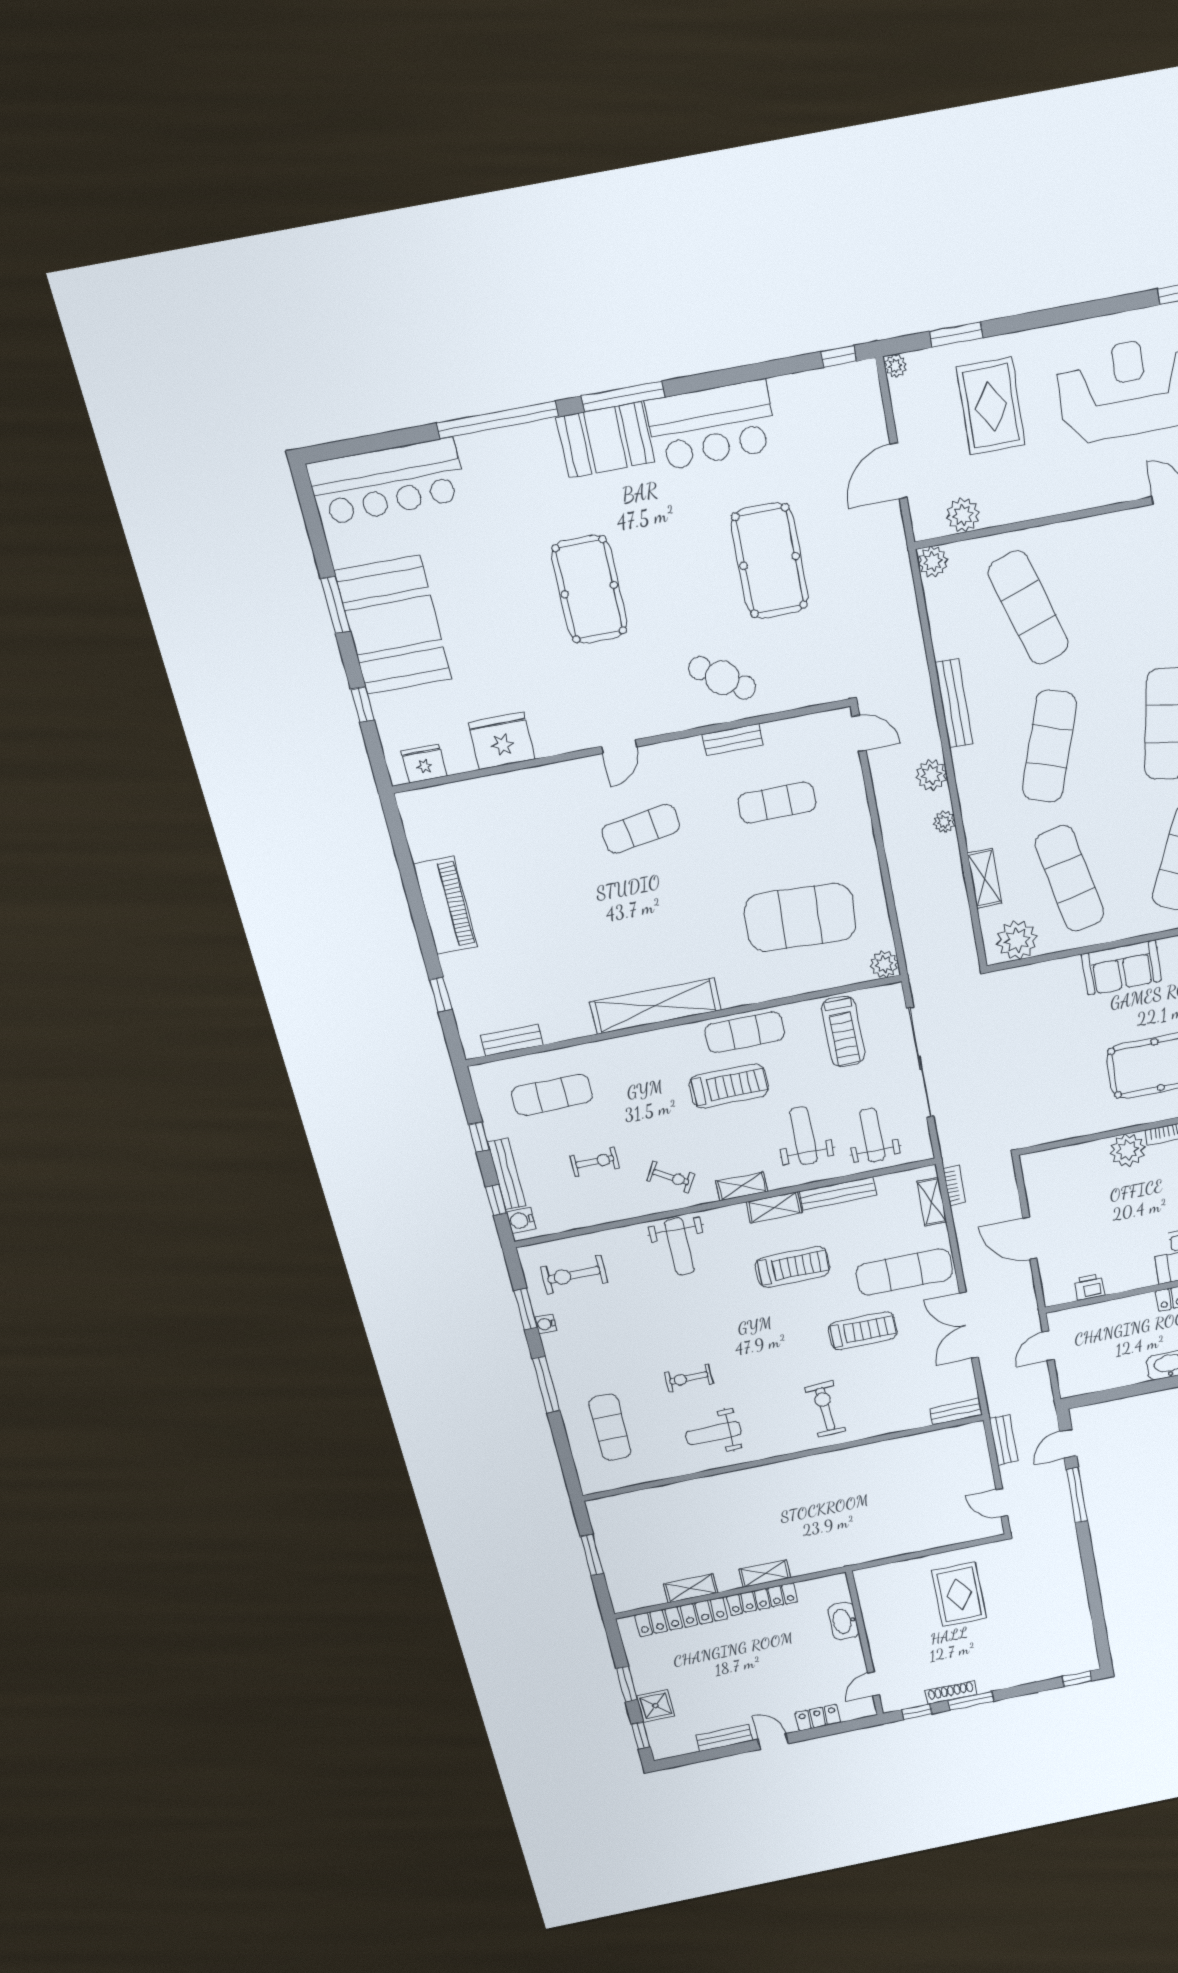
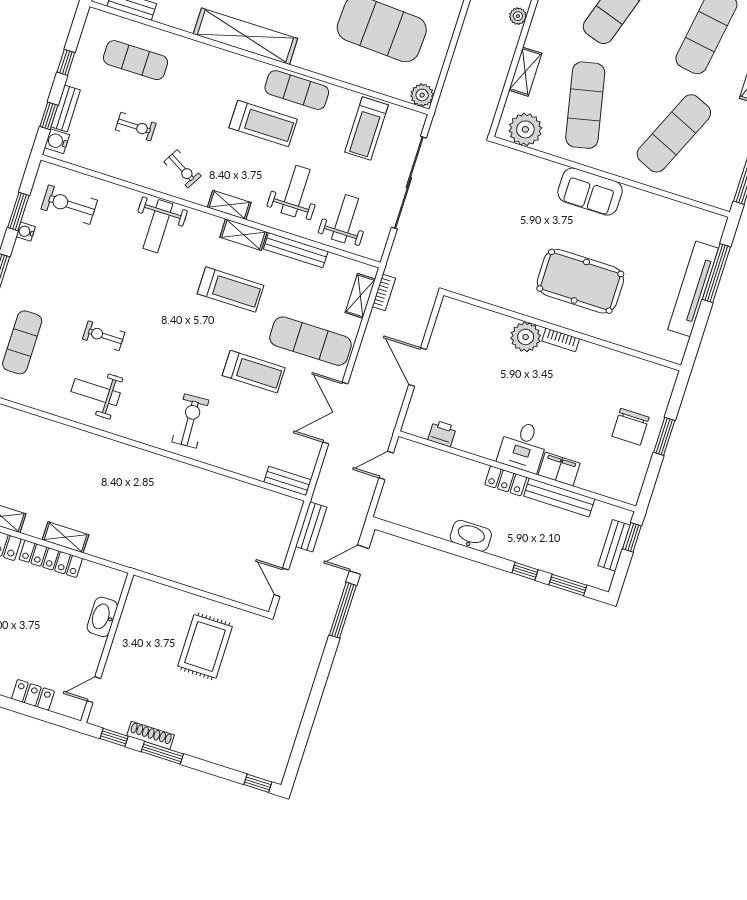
bench: (507, 1174) -> (66, 108), width x0.73

